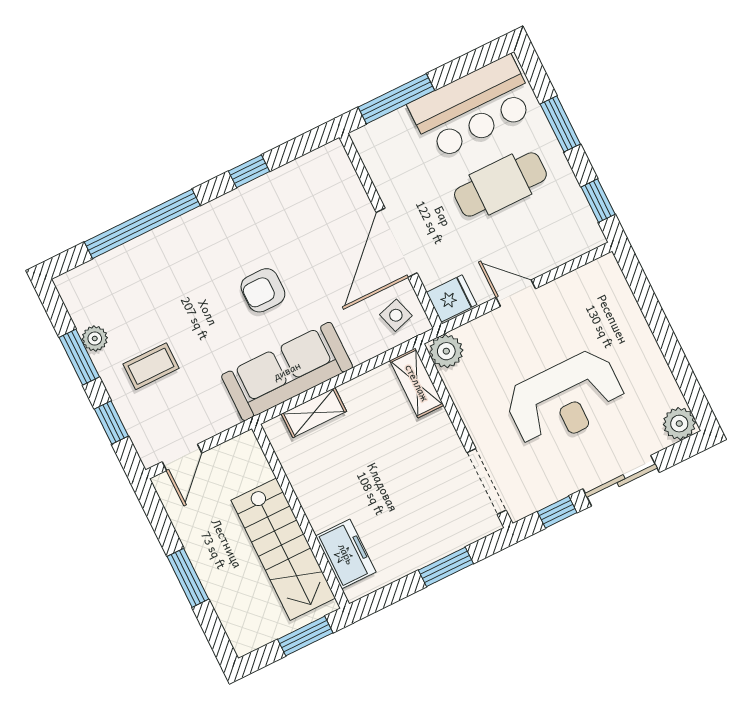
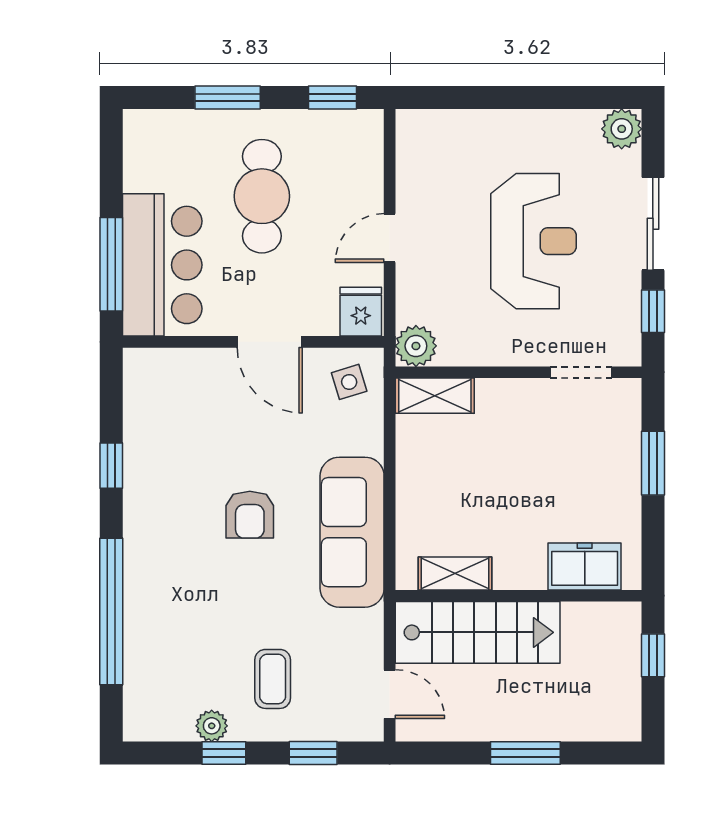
bar counter: (473, 108) -> (162, 265), moved
door: (397, 243) -> (270, 342), width x0.73
window: (79, 357) -> (224, 753), width x0.67
shelving: (314, 413) -> (455, 574), moved, turned 90
doorway: (487, 481) -> (581, 372), width x0.73
stairs: (283, 549) -> (478, 632), moved
window: (305, 636) -> (653, 655), width x0.67

